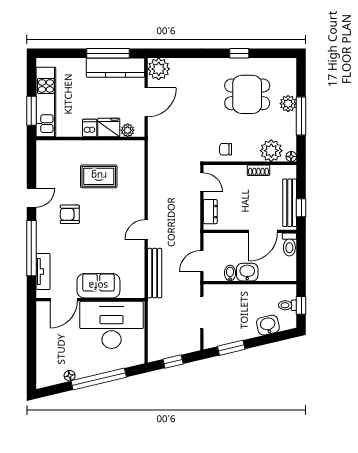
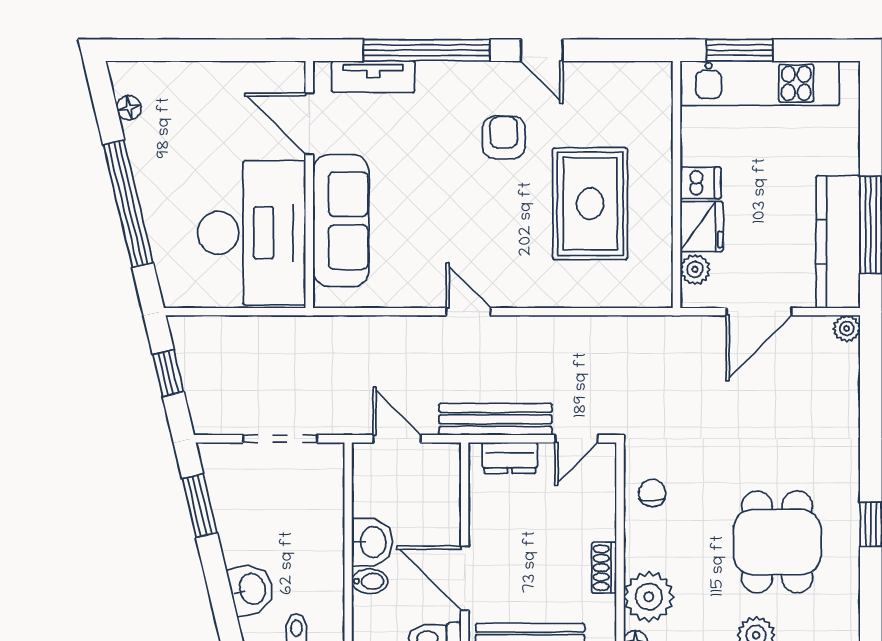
plant: (159, 69) -> (847, 329), width x0.53, depth x0.53
door: (146, 102) -> (759, 312), hinge flipped
rug: (99, 176) -> (590, 204), width x1.36, depth x1.43
bench: (155, 273) -> (496, 419), moved
bidet: (230, 273) -> (370, 581), moved
sofa: (98, 286) -> (341, 221), width x1.36
floor lamp: (70, 376) -> (129, 108), moved

